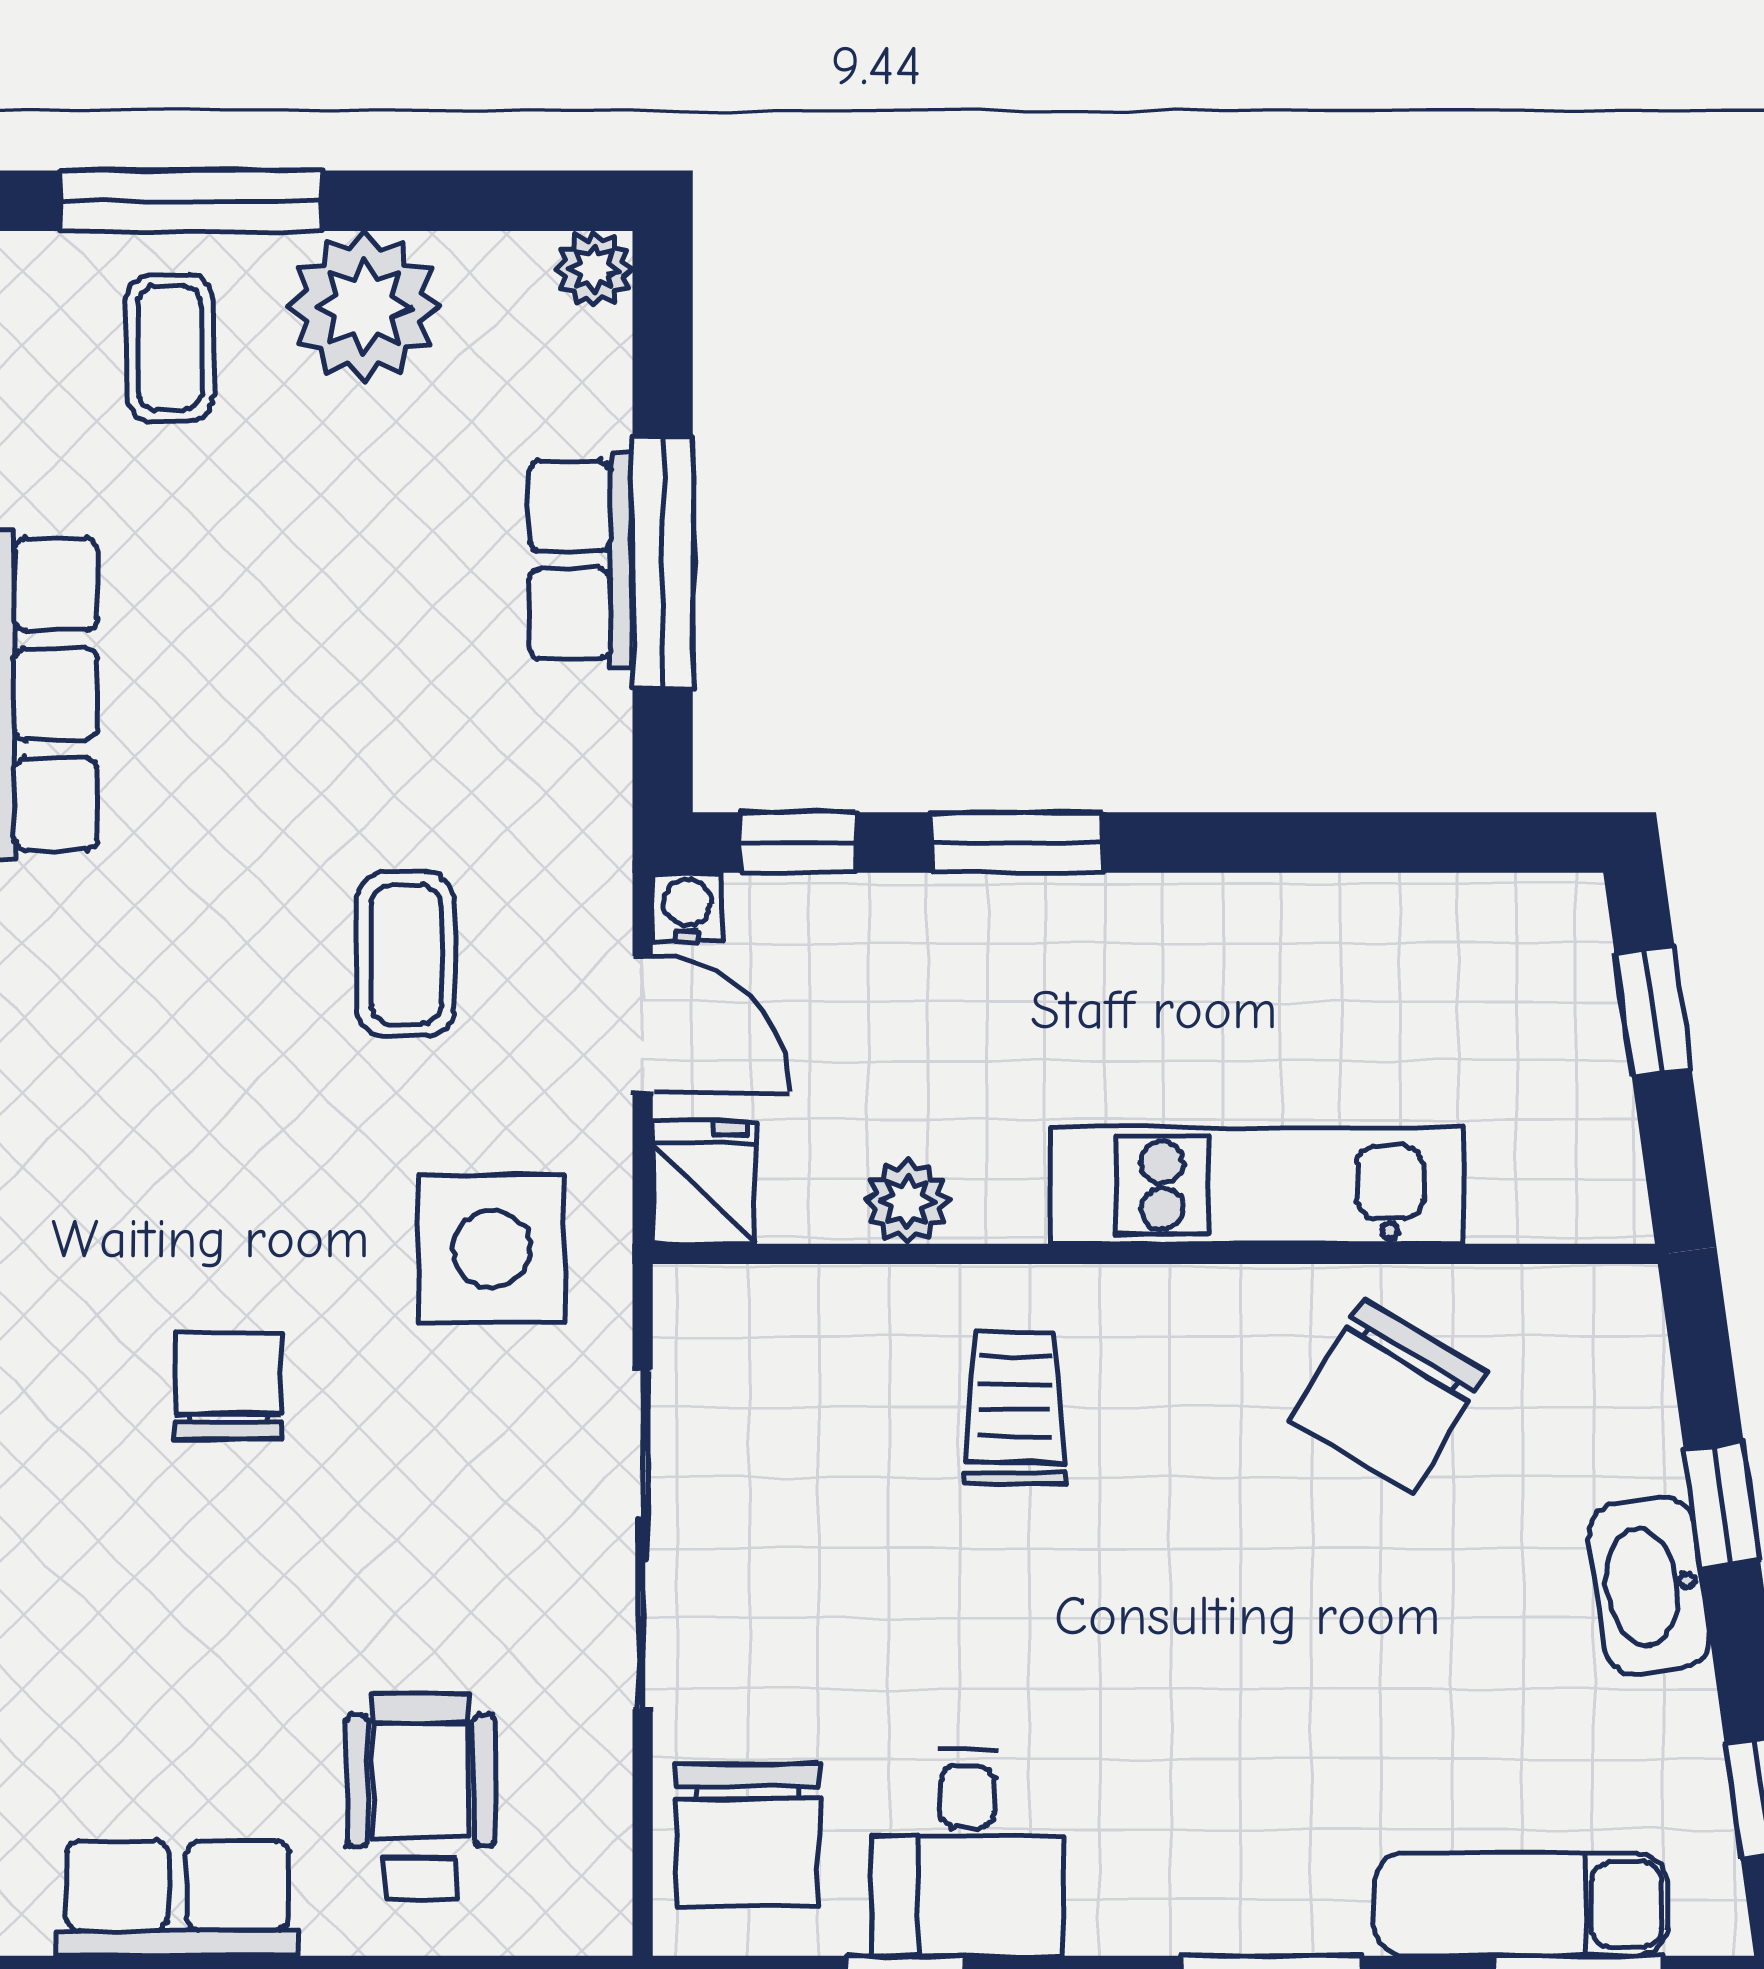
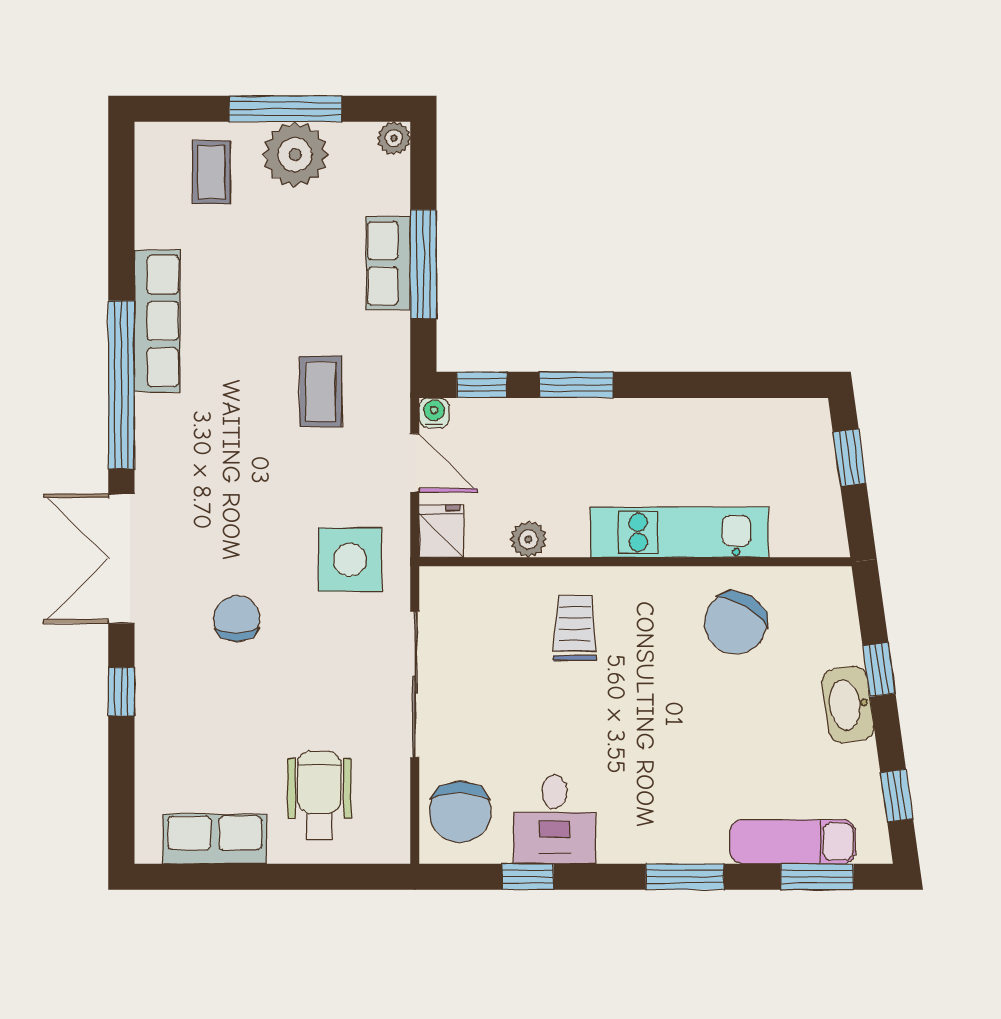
window: (191, 201) -> (285, 109), moved
coffee table: (406, 954) -> (321, 391), moved

